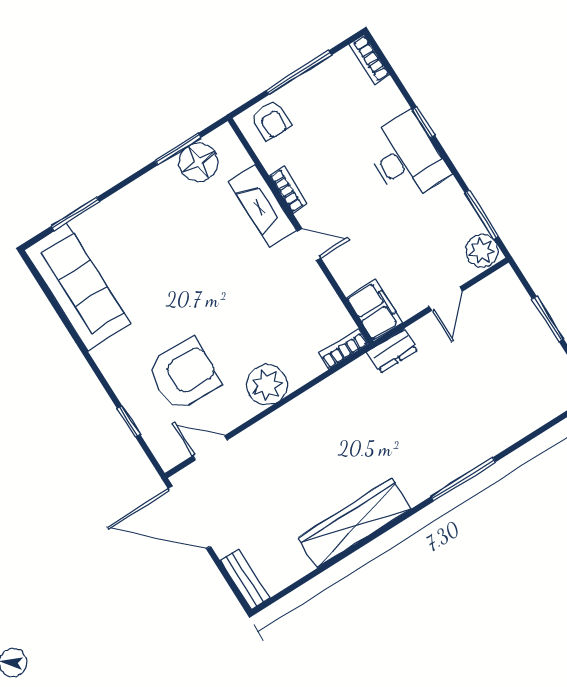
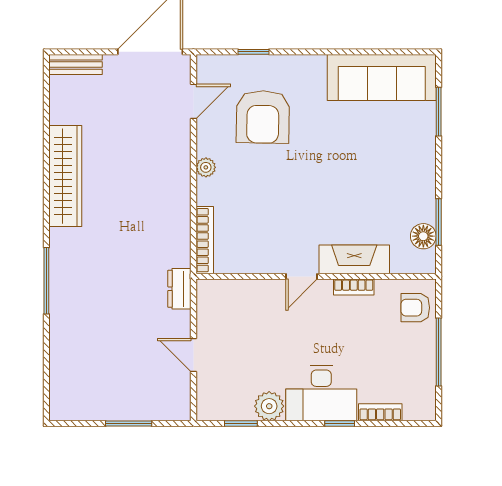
bookcase: (369, 60) -> (380, 412), moved
floor lamp: (199, 162) -> (423, 236), width x0.73, depth x0.73
window: (482, 214) -> (241, 423), width x0.67
plant: (482, 251) -> (269, 406), moved
filing cabinet: (374, 310) -> (219, 295), removed
bookcase: (344, 349) -> (205, 240), width x1.56
plant: (267, 385) -> (206, 167), width x0.53, depth x0.53

